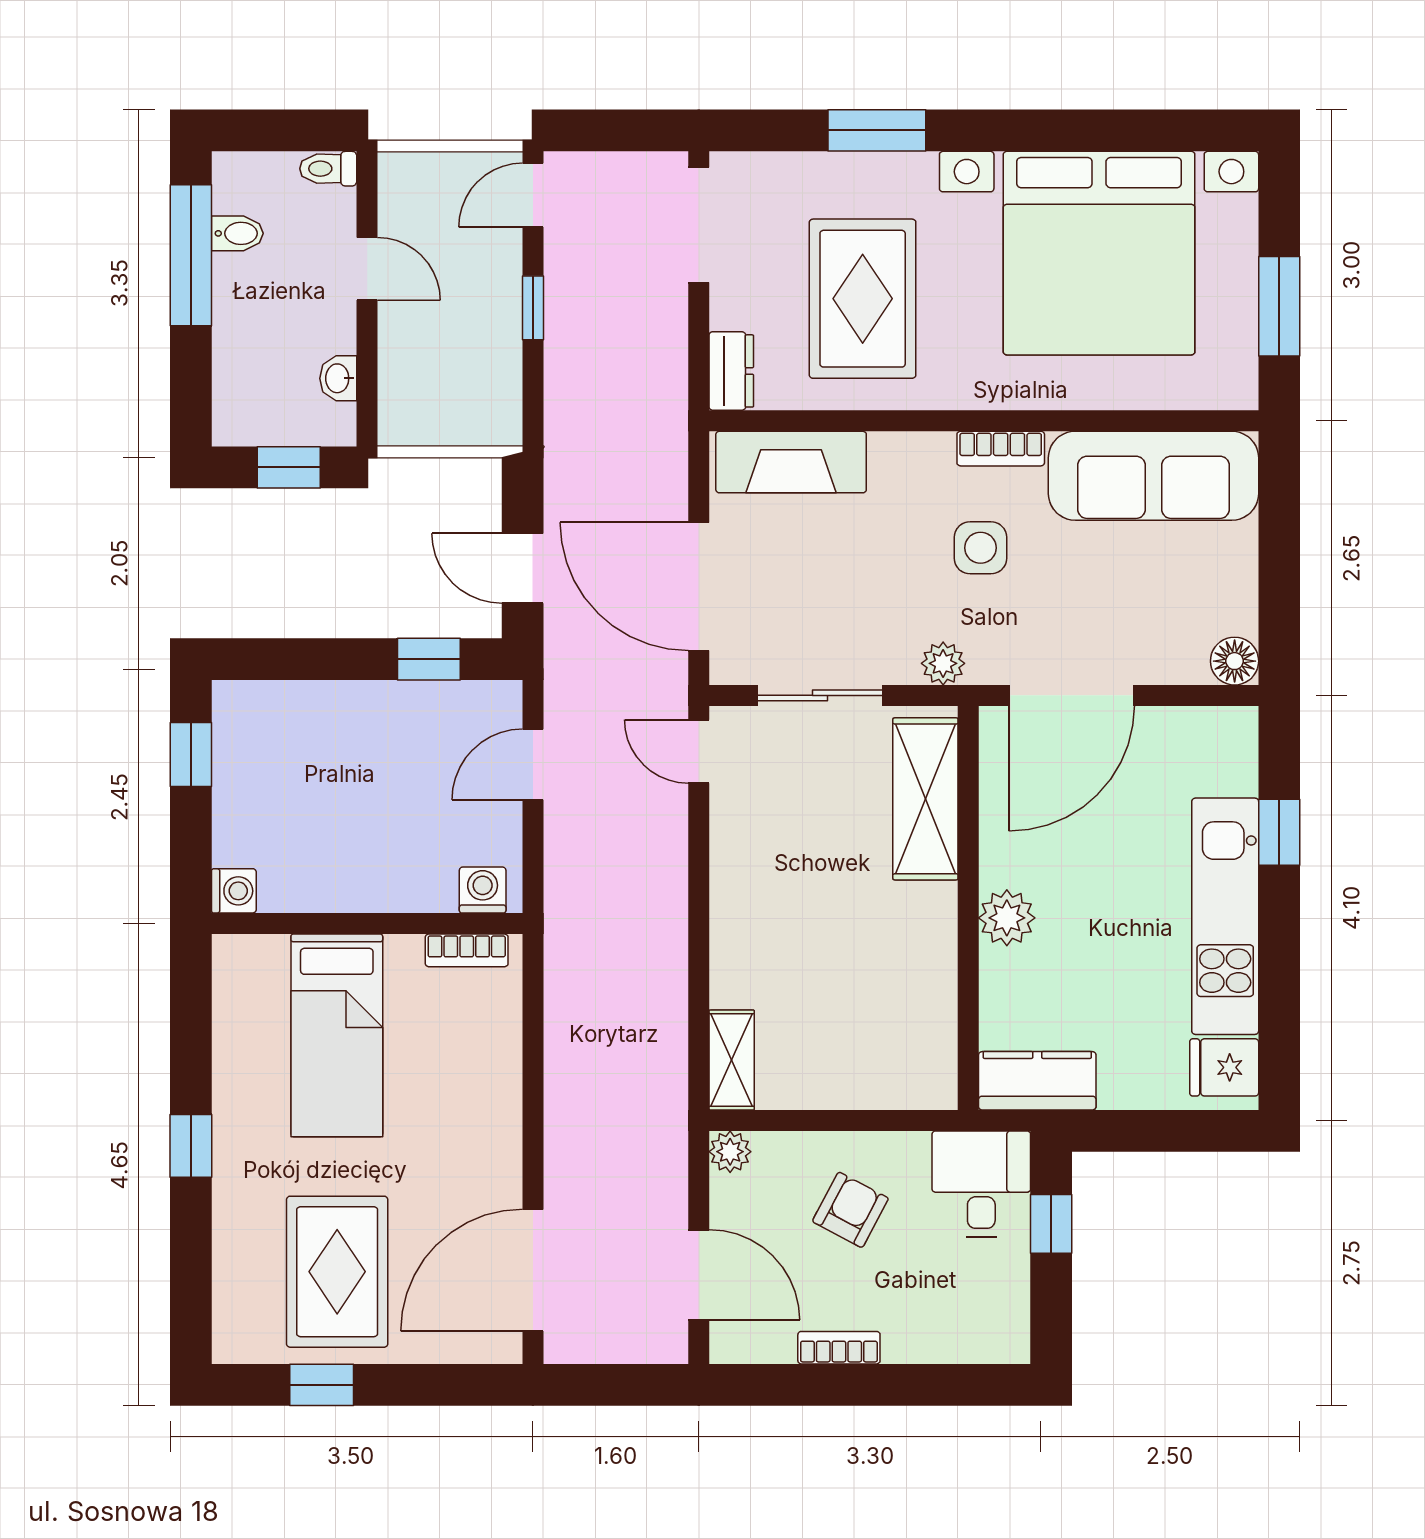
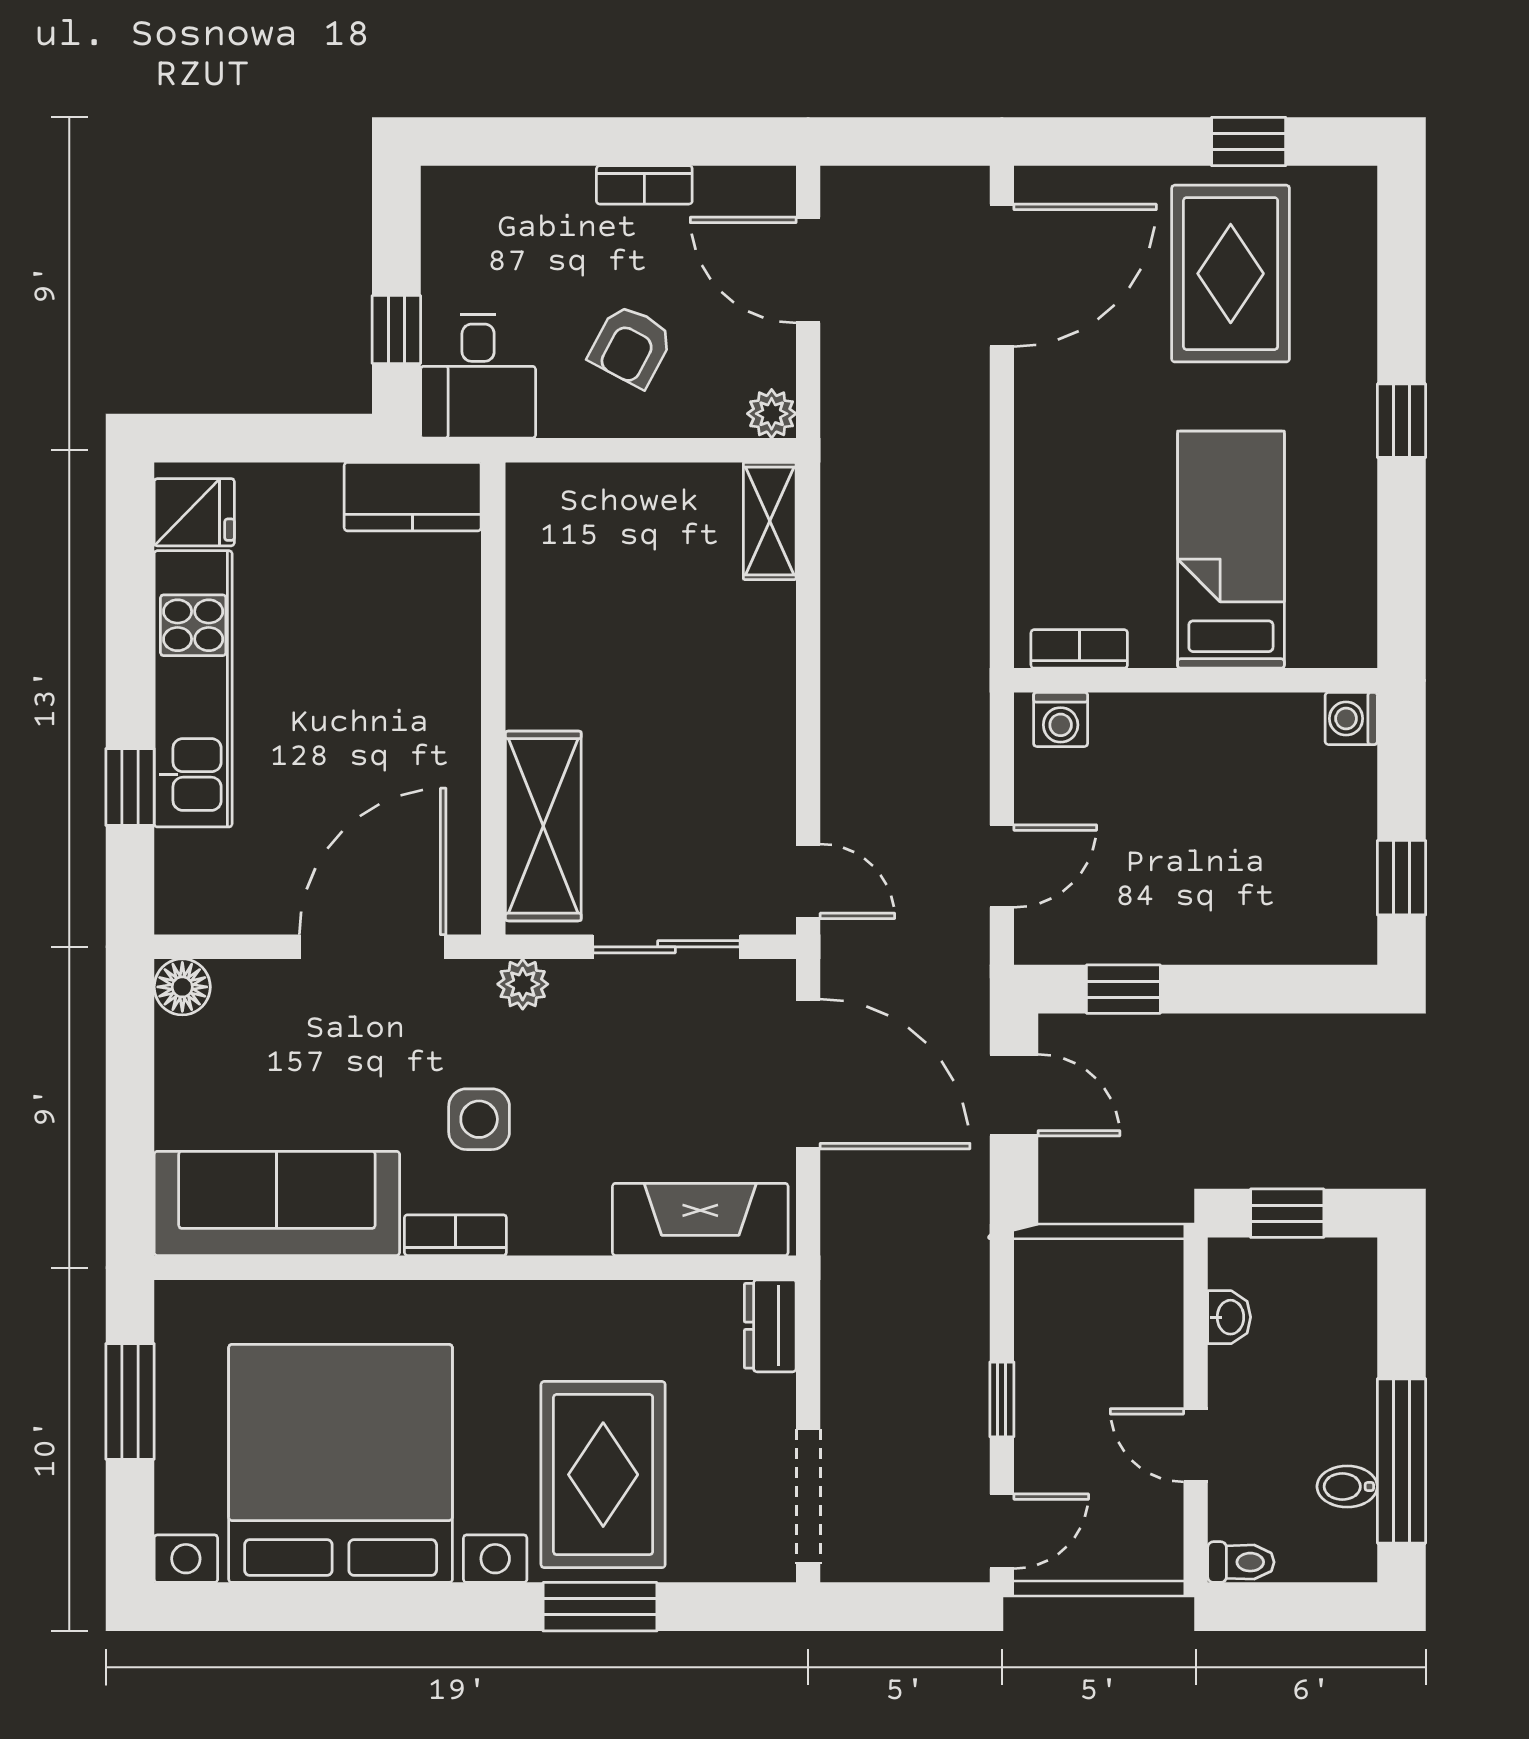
rug: (863, 299) -> (603, 1475), moved
plant: (1007, 918) -> (448, 687), removed

